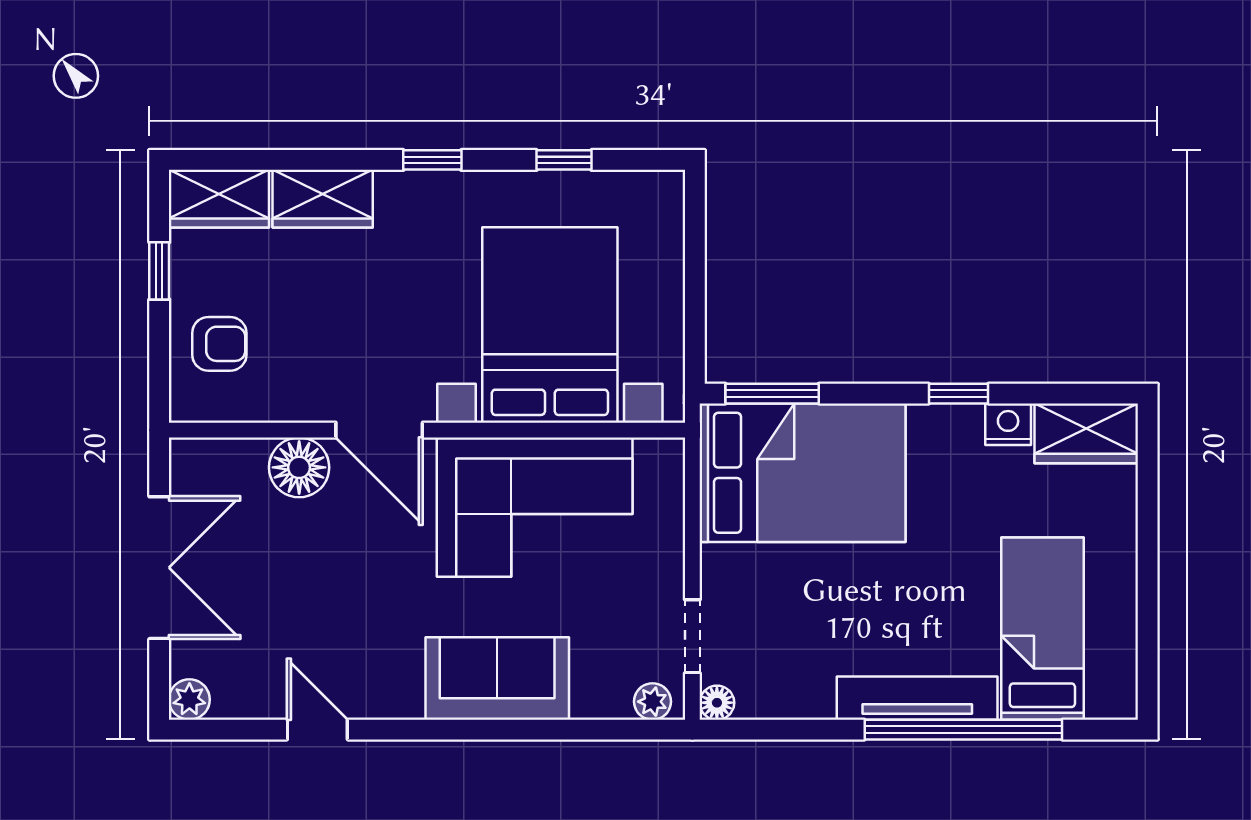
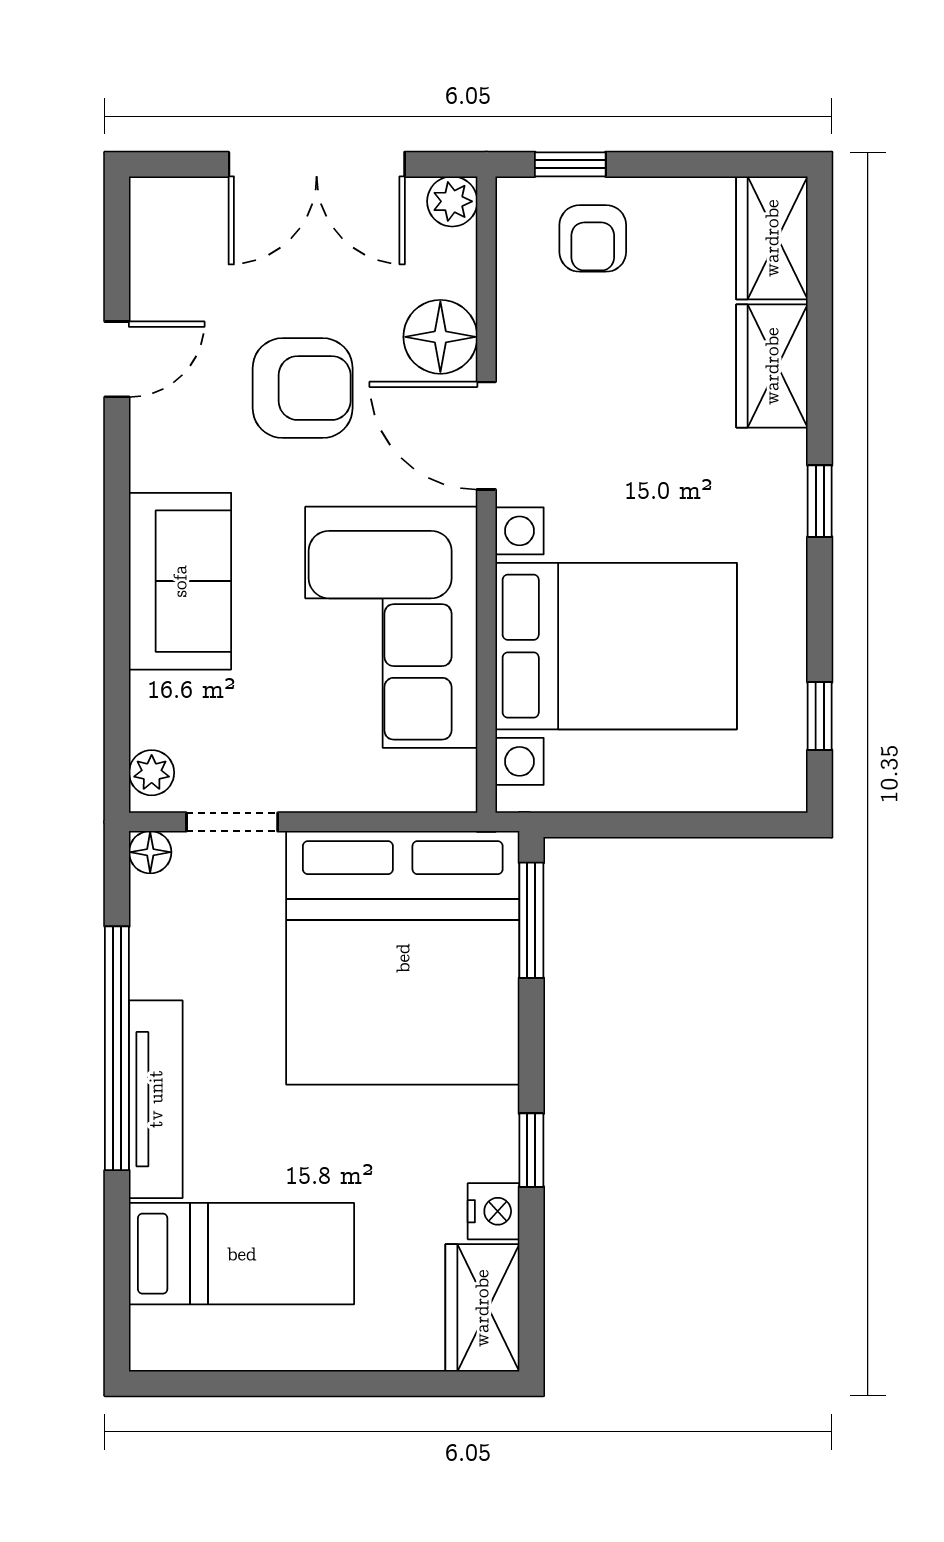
window: (564, 160) -> (820, 716), moved
window: (159, 271) -> (570, 164), moved
door: (379, 430) -> (486, 436), hinge flipped
bed: (803, 473) -> (403, 958), width x1.36
armchair: (341, 579) -> (303, 388), added
plant: (189, 700) -> (452, 201), moved
window: (963, 730) -> (117, 1048), moved

